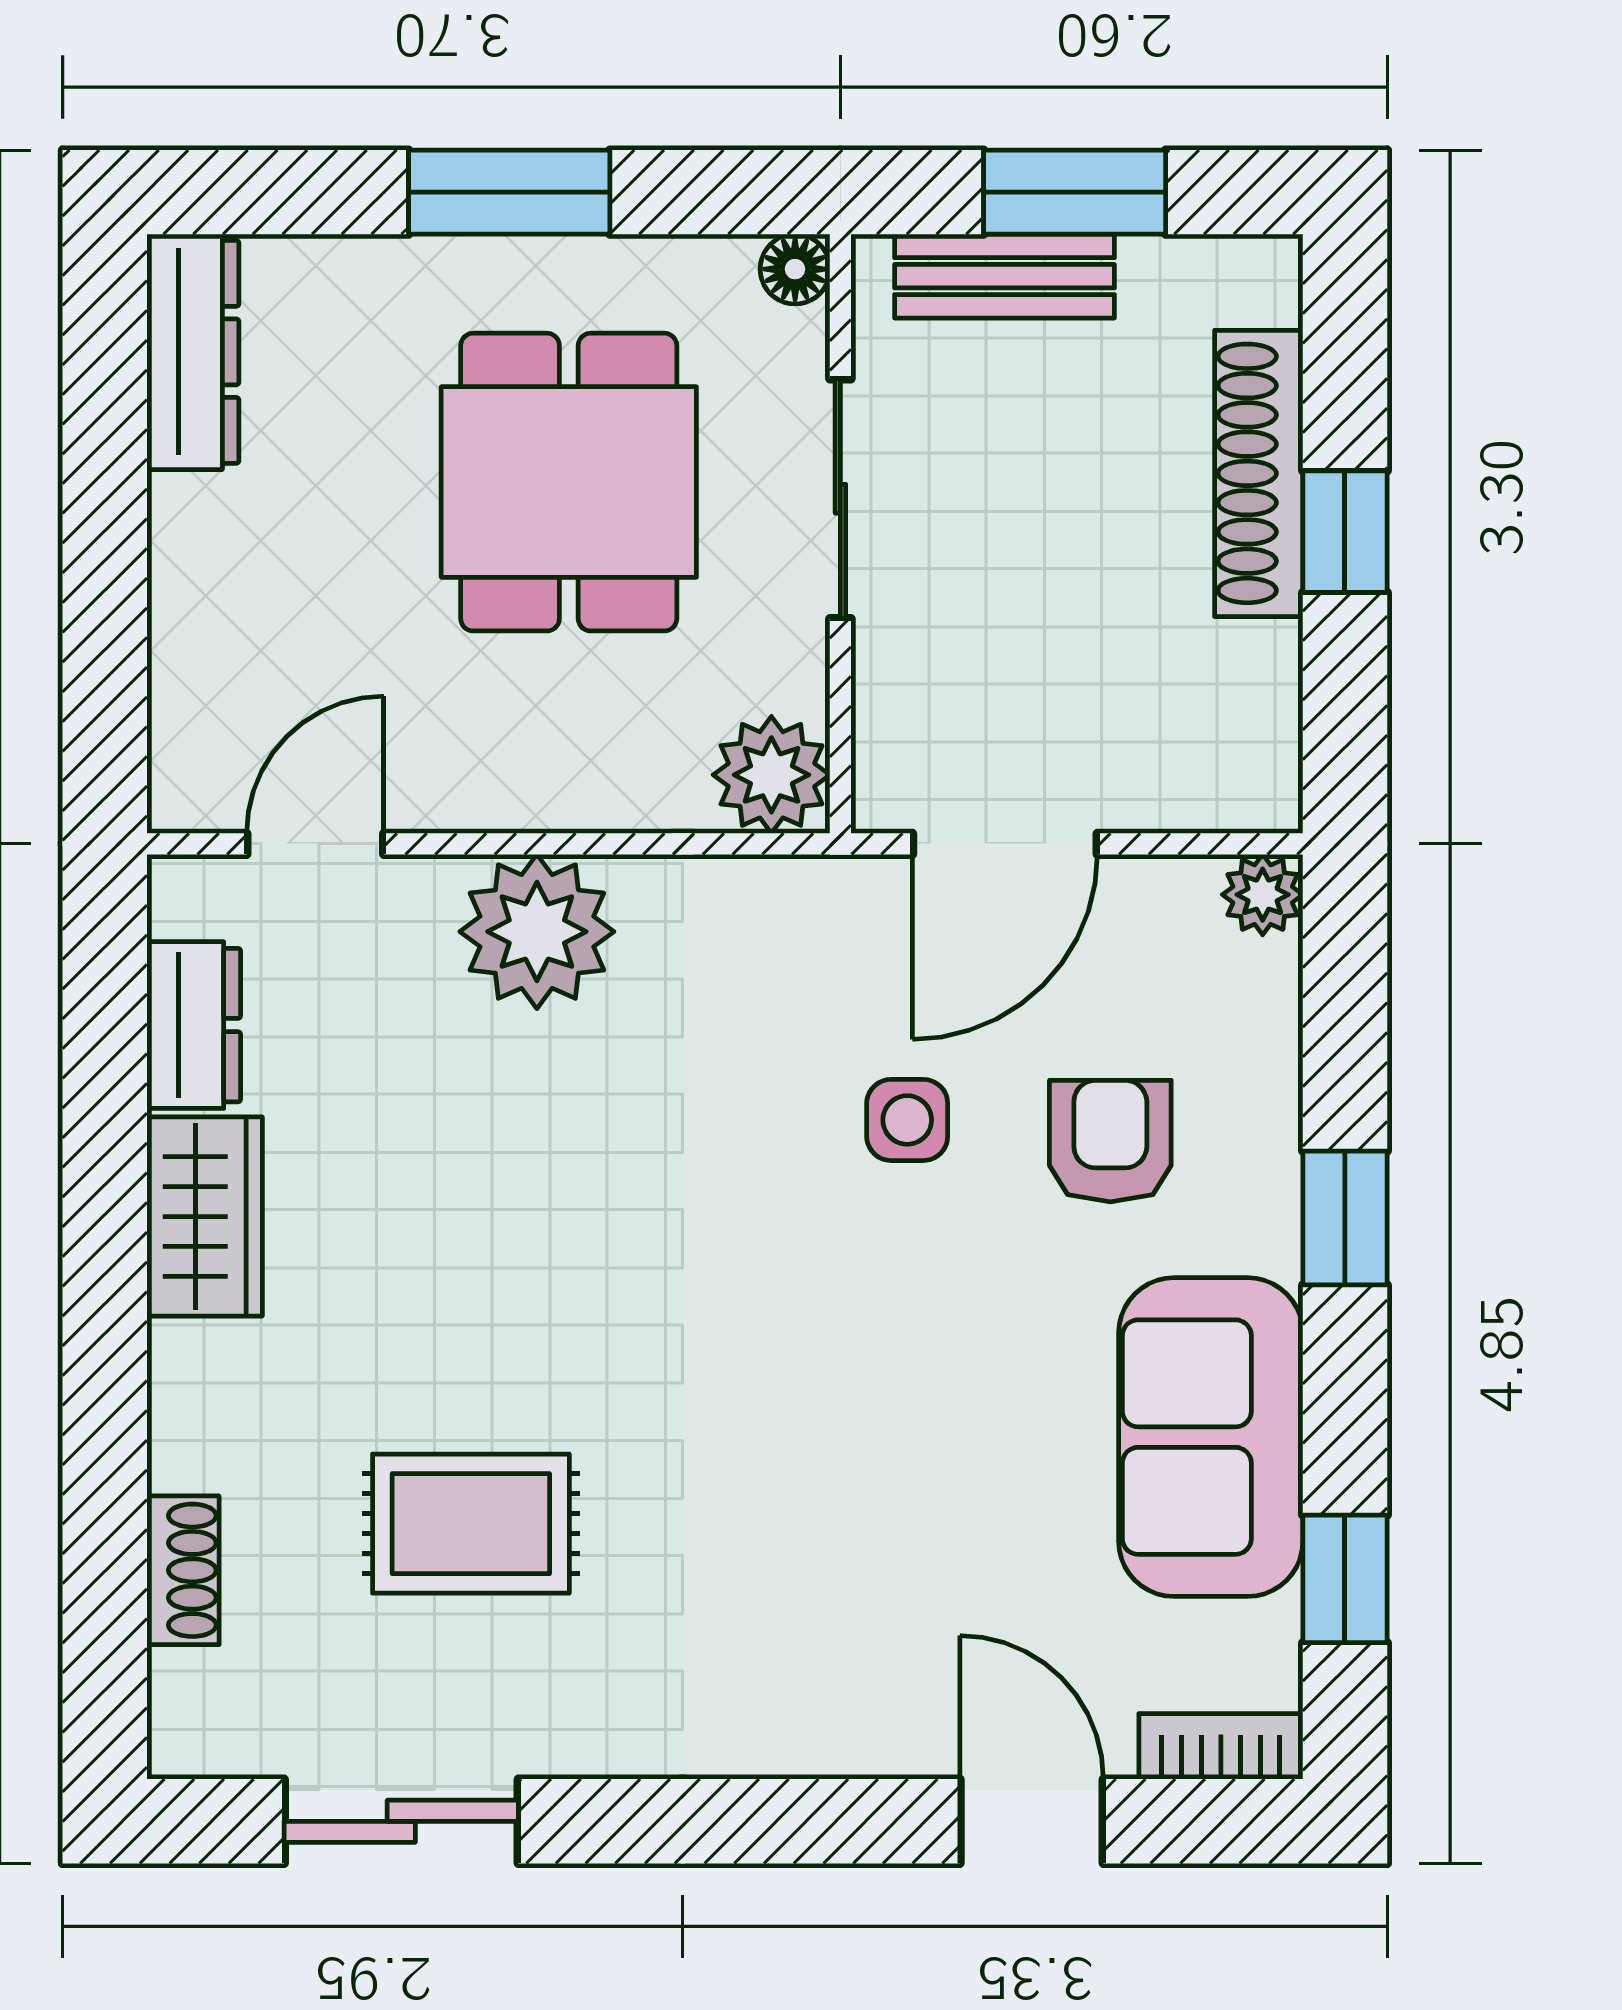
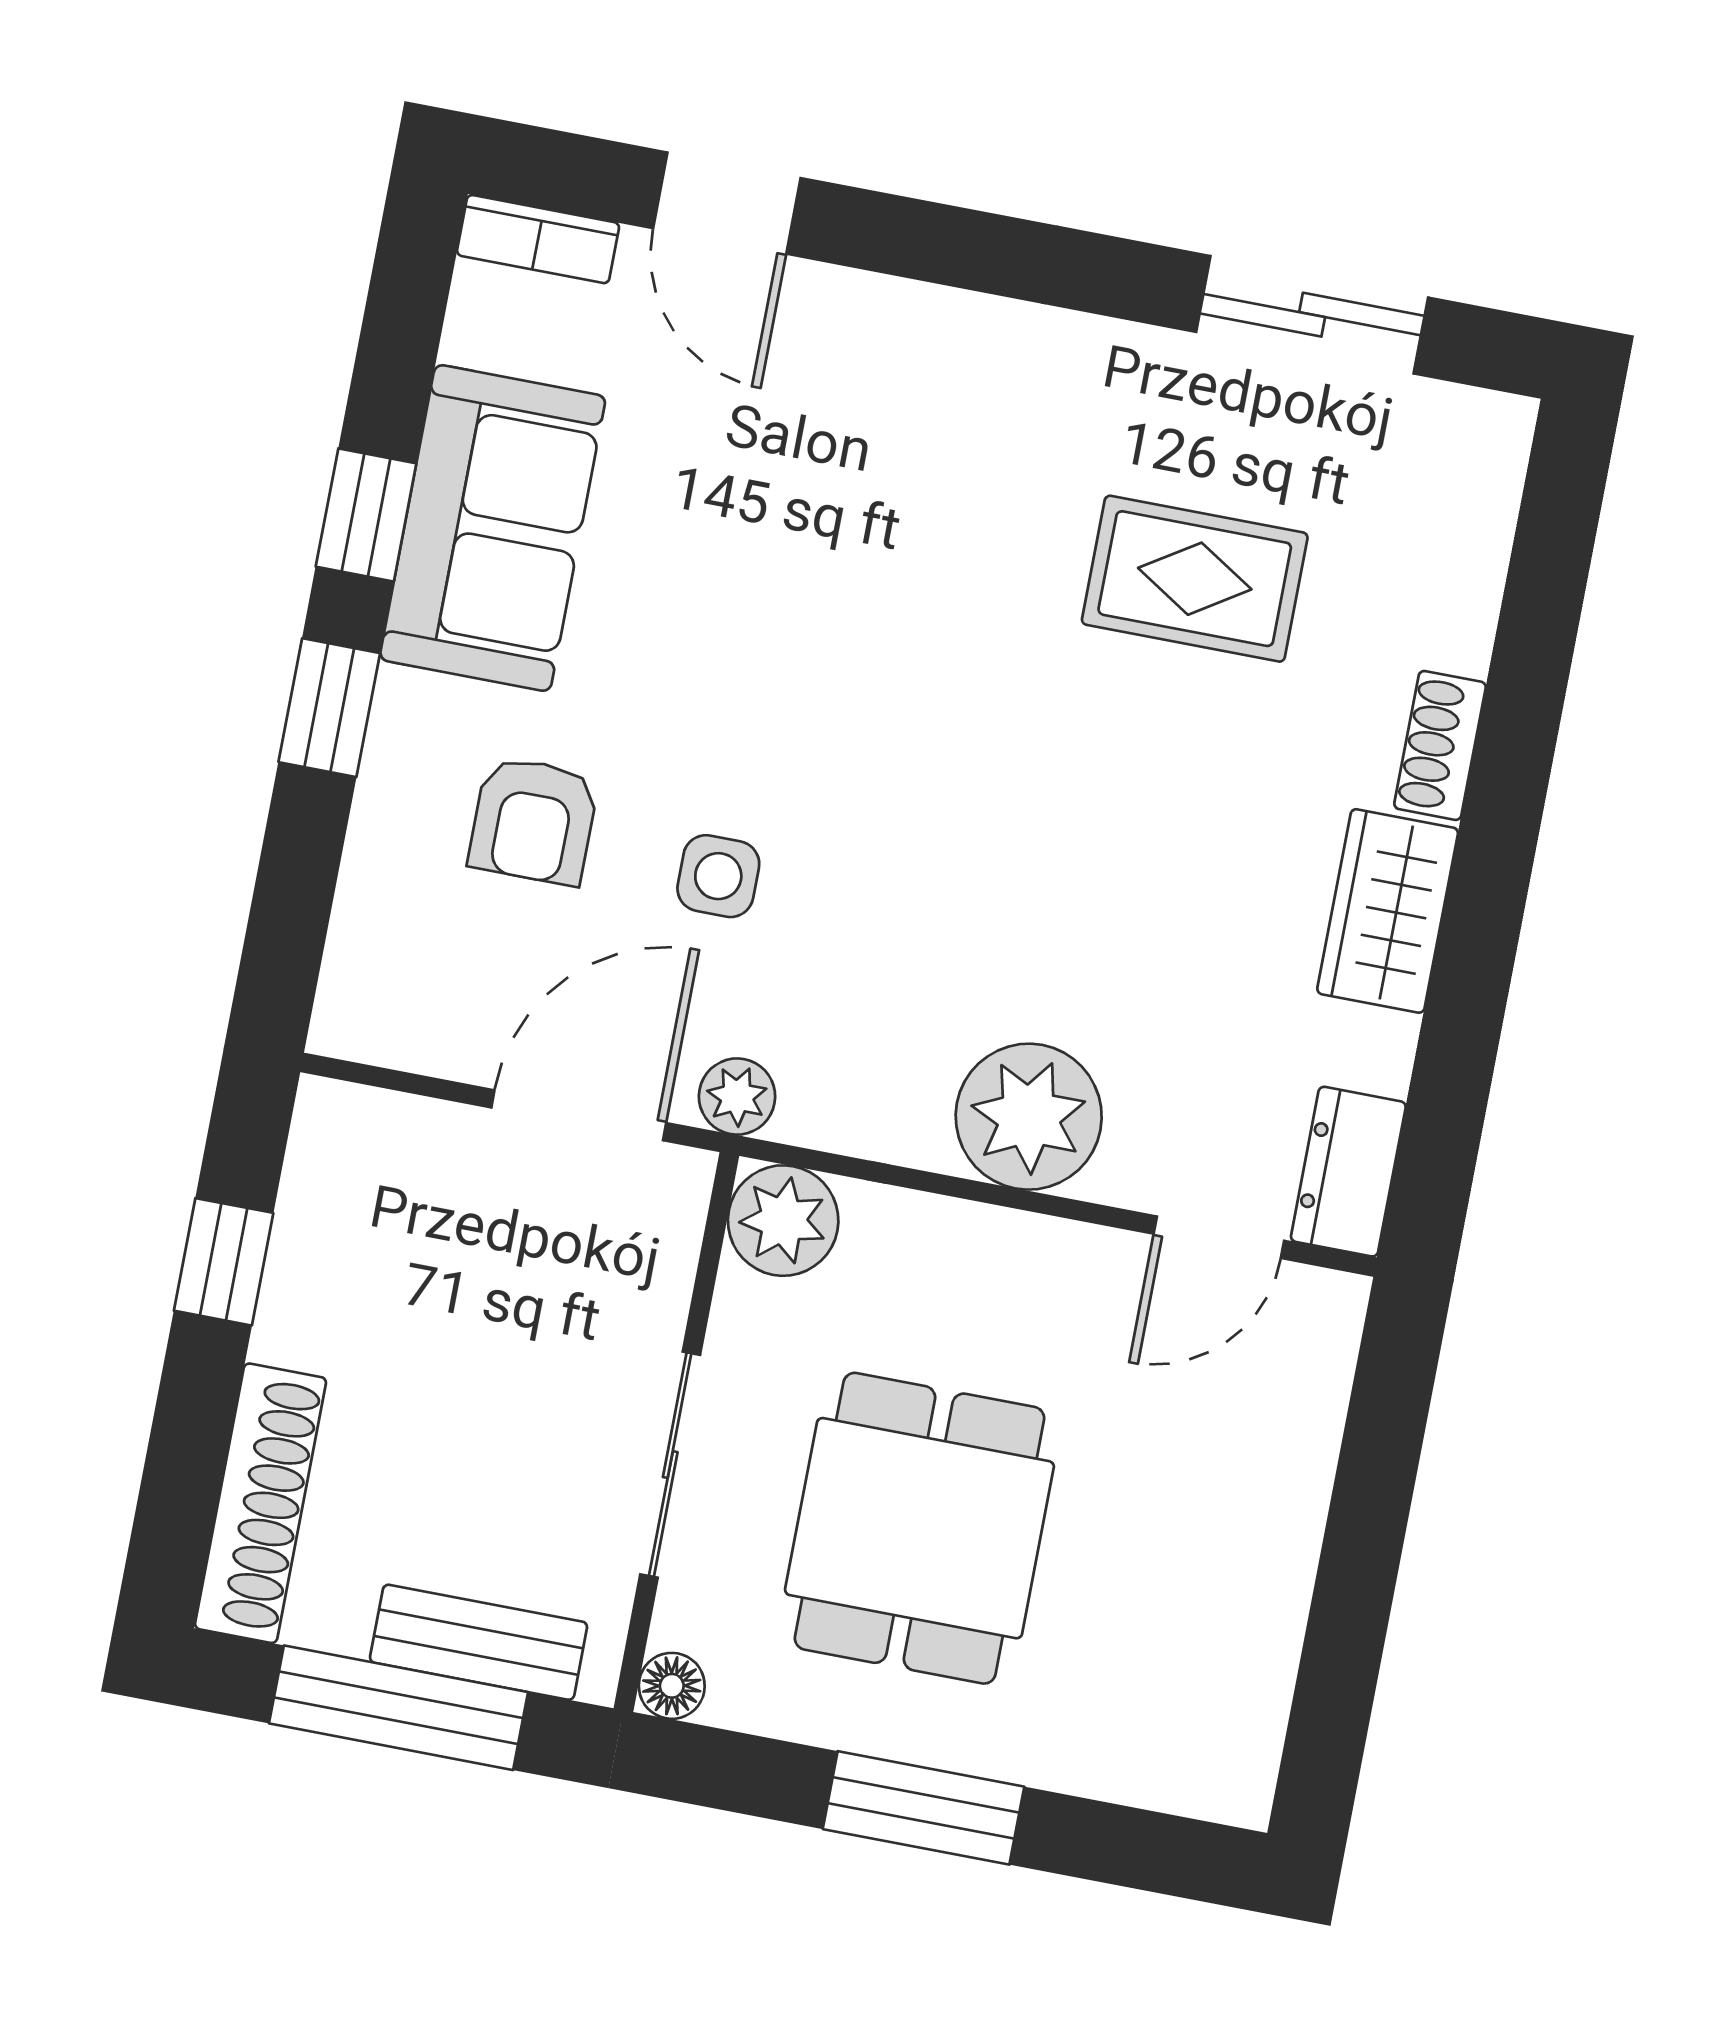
window: (1075, 192) -> (399, 1708), width x1.44
dresser: (193, 352) -> (1245, 1716), removed
shoe rack: (1259, 473) -> (260, 1503), moved
window: (1345, 532) -> (224, 1262), moved
plant: (1263, 895) -> (737, 1097), moved
dresser: (194, 1025) -> (1348, 1172), moved
shoe rack: (183, 1570) -> (1440, 745), moved
window: (1345, 1579) -> (366, 515), moved

